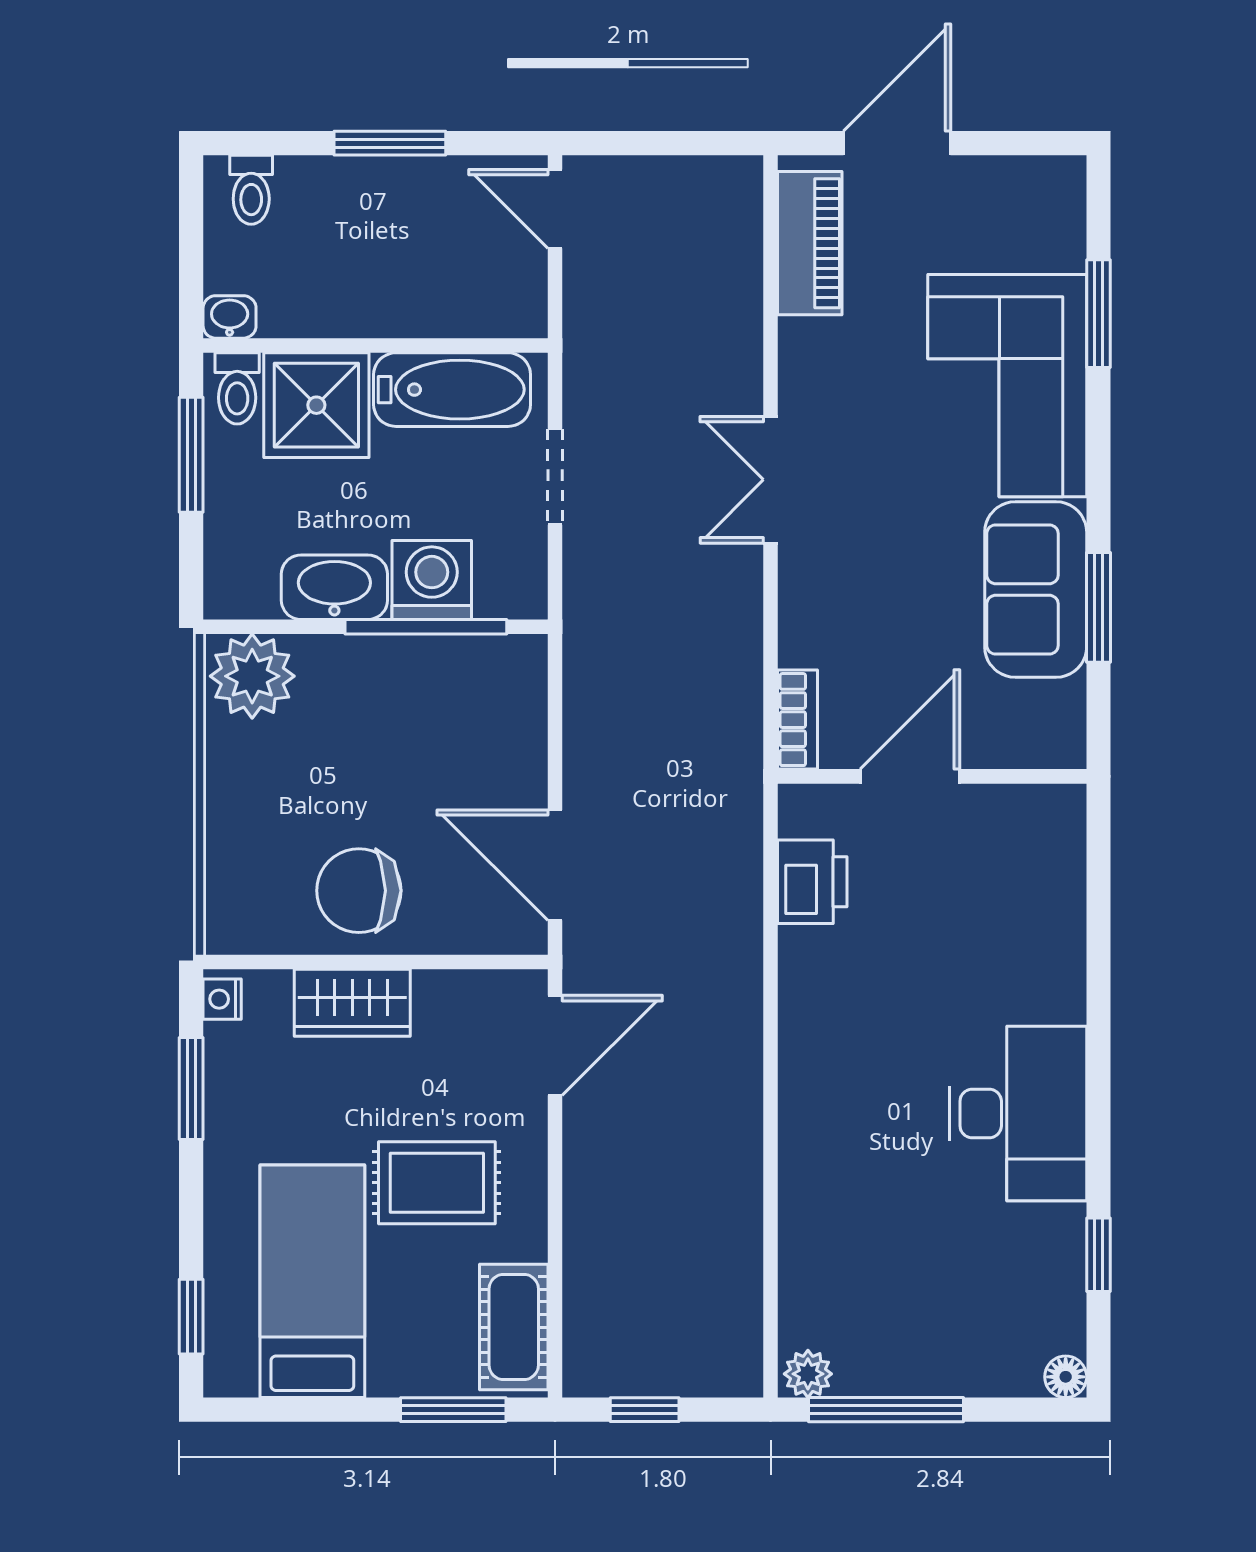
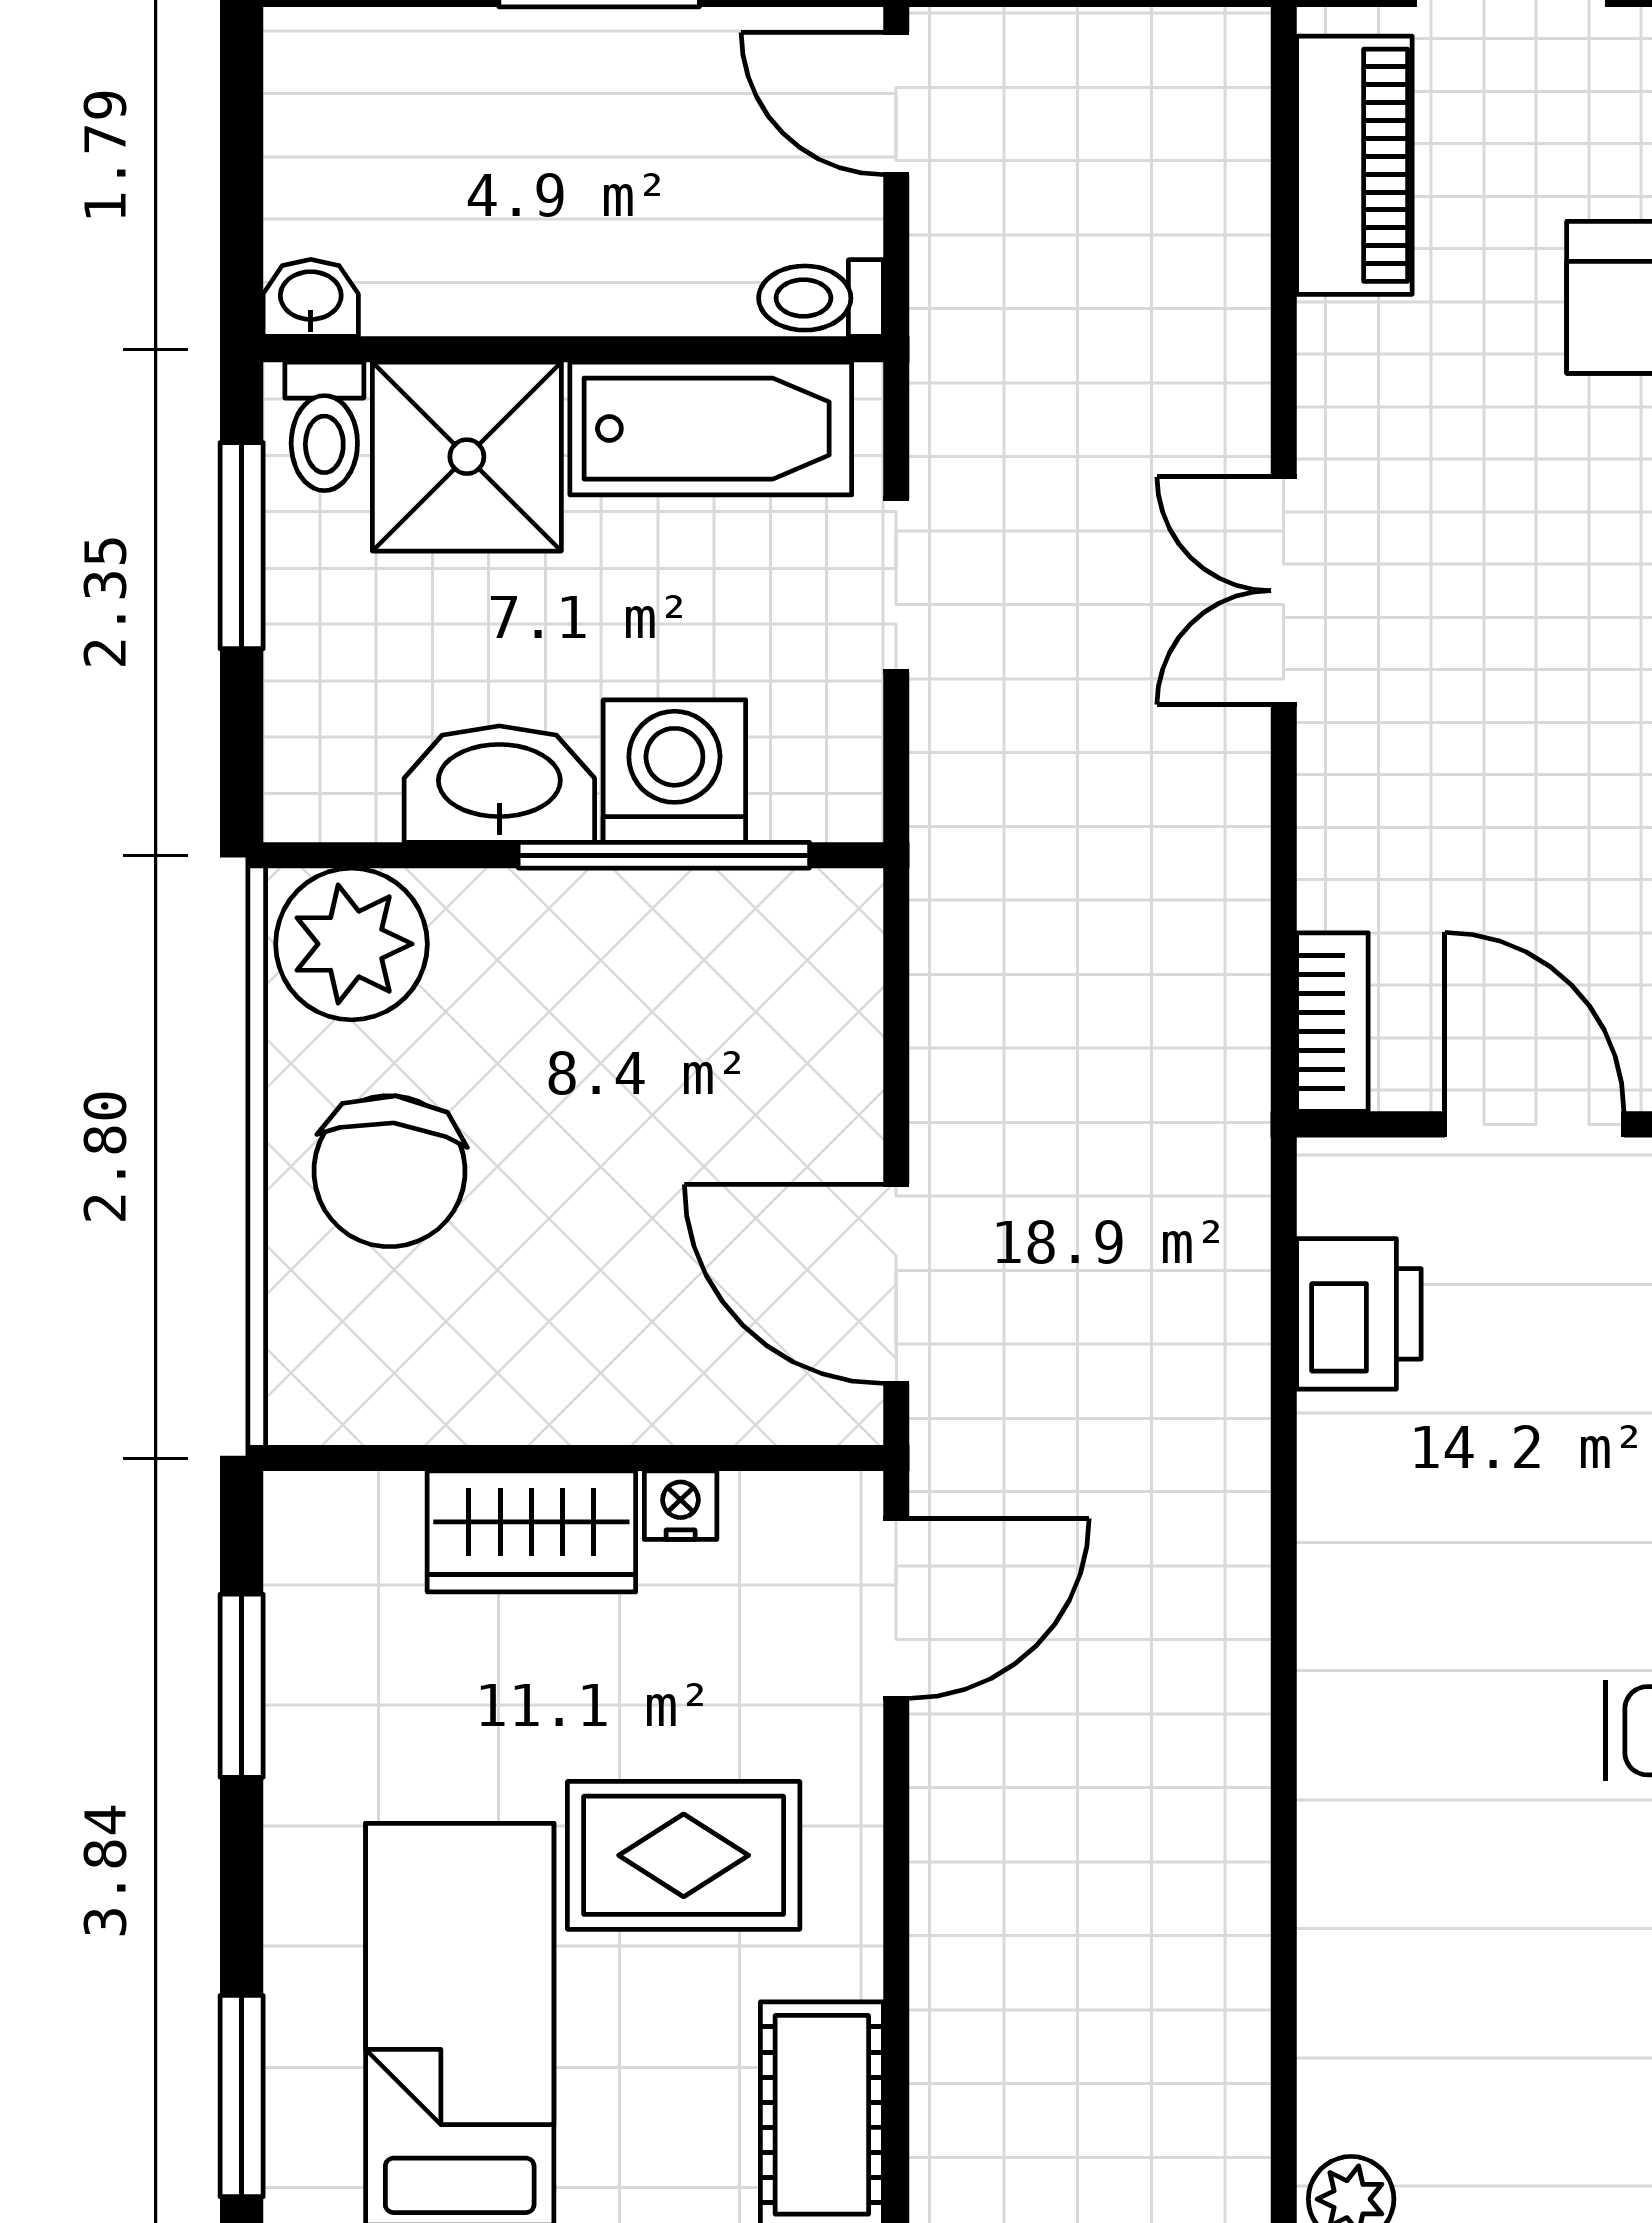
toilet: (251, 190) -> (821, 298), moved, turned 90
door: (910, 776) -> (1534, 1124), hinge flipped
chair: (359, 891) -> (389, 1171), moved, turned -85
nightstand: (222, 999) -> (681, 1505), moved, turned 90
window: (191, 1317) -> (242, 2096), width x1.50

